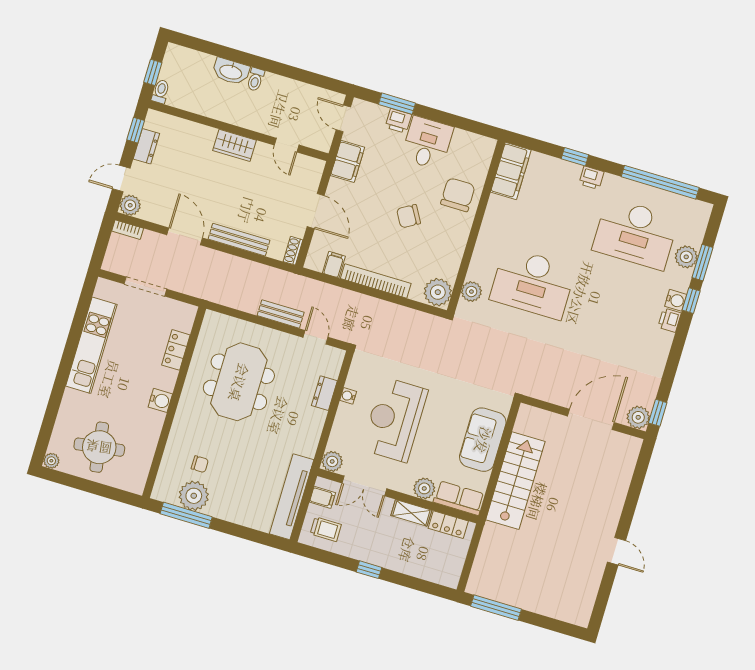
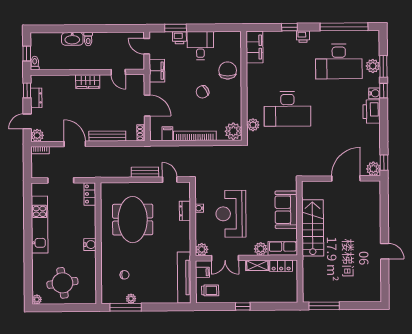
printer: (669, 320) -> (372, 112), width x1.87, depth x1.48
locker: (176, 350) -> (90, 194), moved
plant: (194, 496) -> (131, 299), width x0.53, depth x0.53

